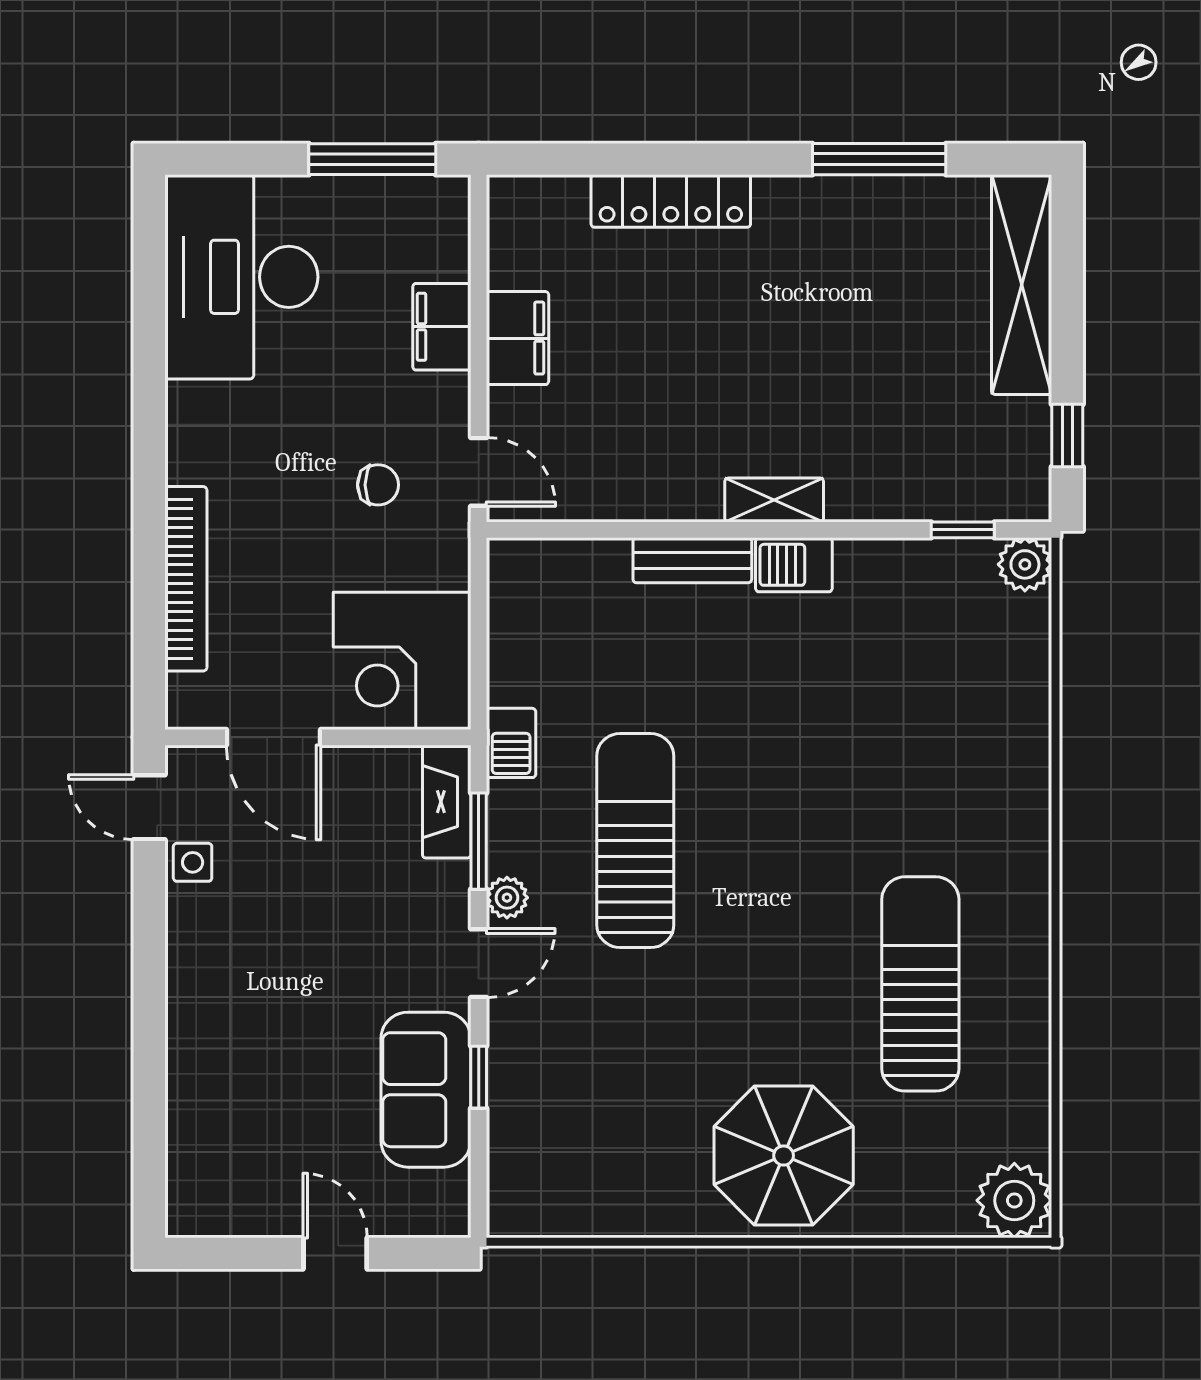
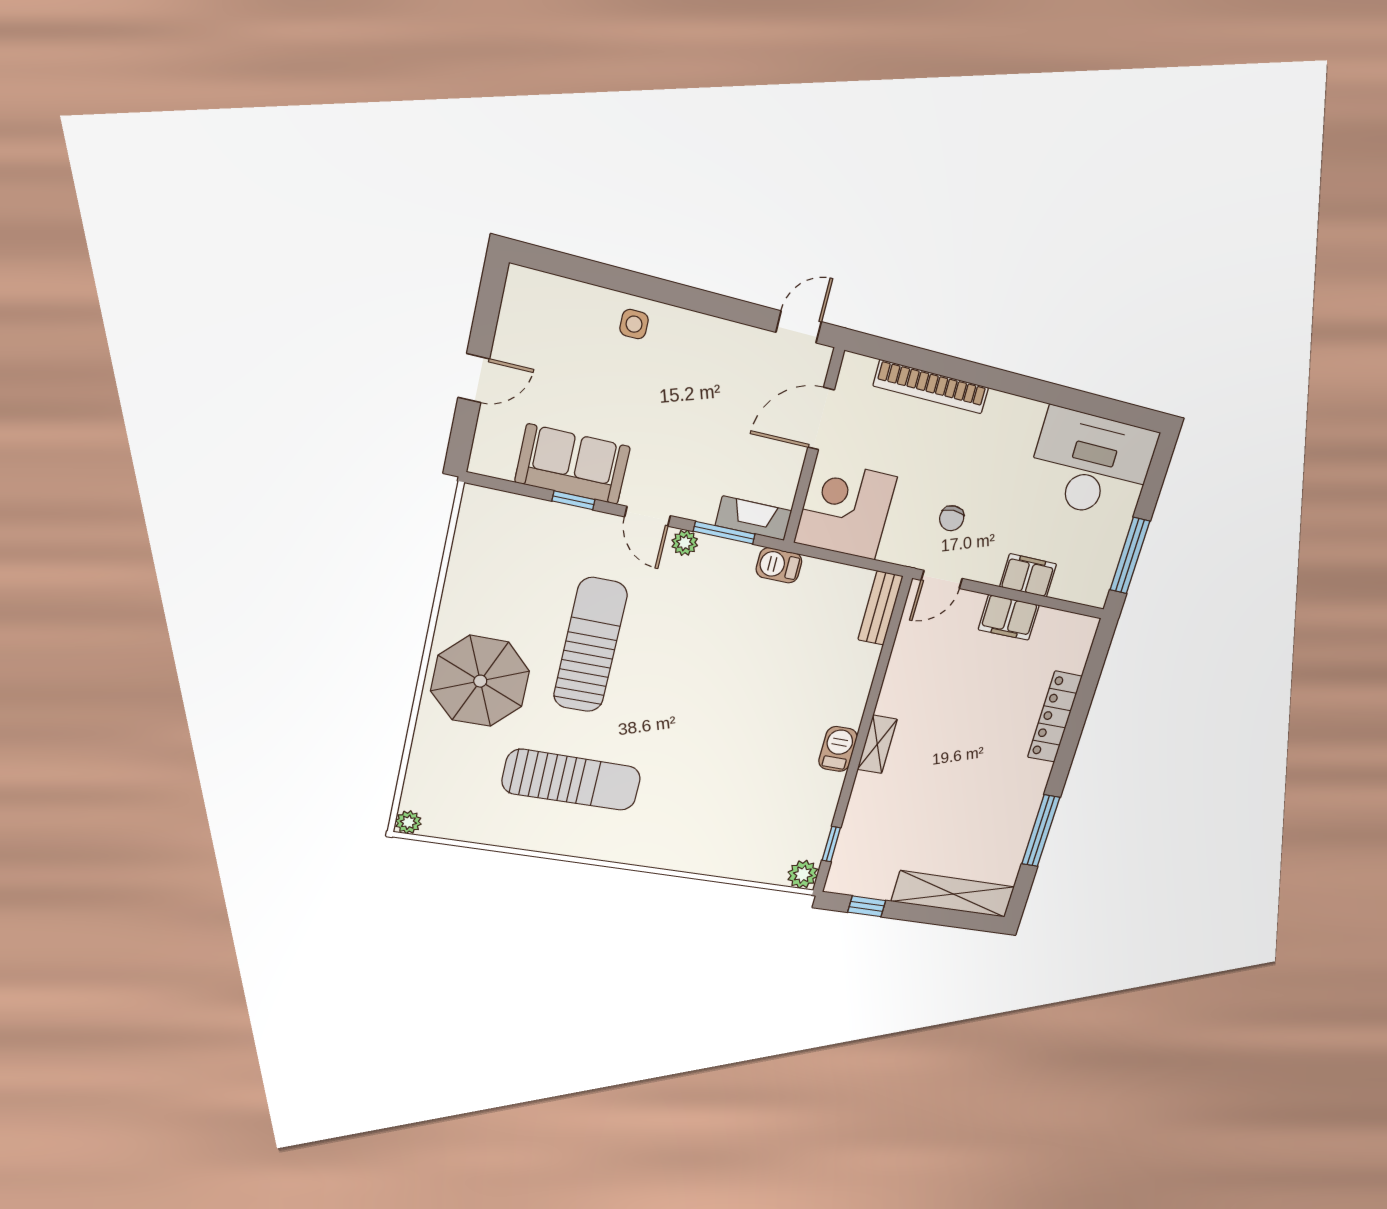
bench: (692, 560) -> (880, 608), moved
sun lounger: (635, 841) -> (590, 645), moved, turned -90
side table: (193, 862) -> (634, 324), moved
plant: (1014, 1200) -> (408, 822), width x0.53, depth x0.53

